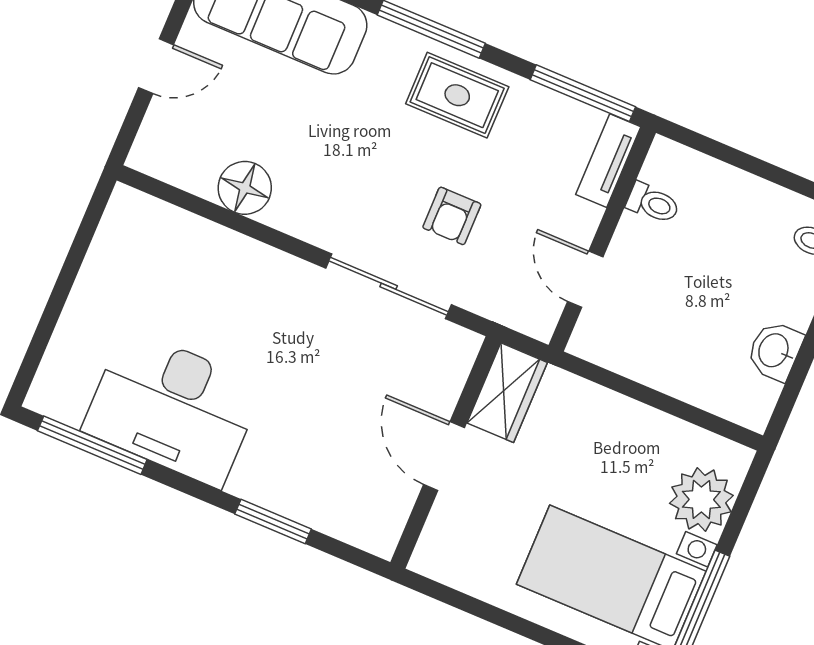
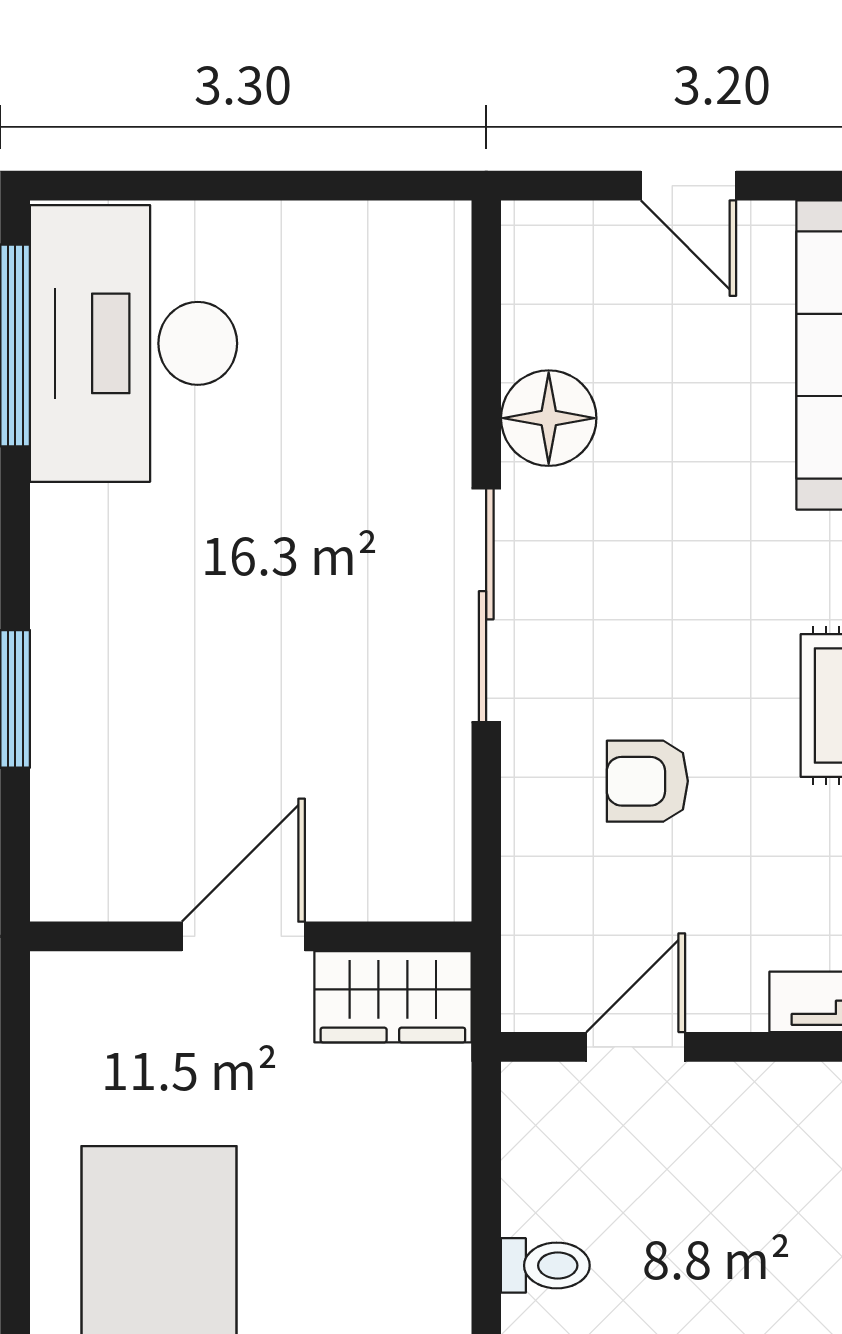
toilet: (653, 203) -> (545, 1265), moved, turned -90
sliding door: (389, 286) -> (486, 605), moved
desk: (173, 408) -> (134, 343), moved

